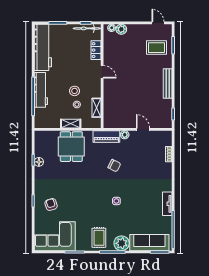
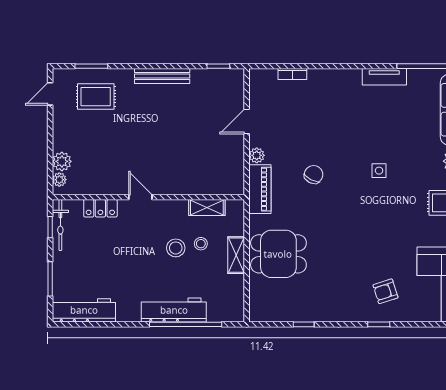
workbench: (43, 47) -> (84, 310), width x0.73, depth x0.76
rug: (157, 48) -> (96, 97), turned 90
door: (102, 72) -> (140, 197), hinge flipped
floor lamp: (39, 162) -> (307, 314), removed

